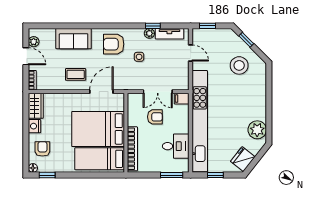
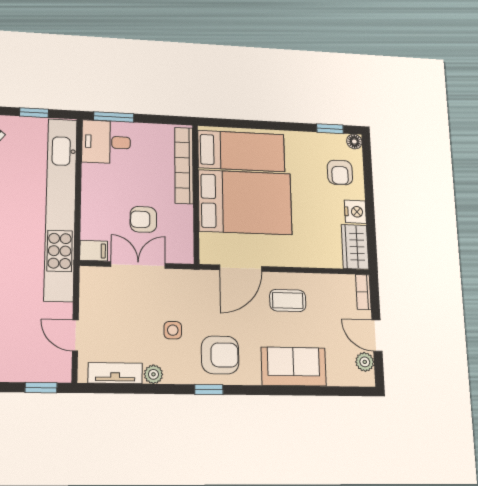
window: (153, 26) -> (209, 390), moved
desk: (176, 146) -> (106, 142), moved

